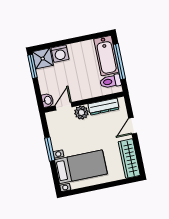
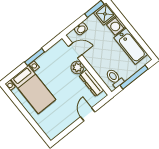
bathtub: (106, 56) -> (131, 46), moved, turned -90
washbasin: (48, 100) -> (81, 29), moved
door: (133, 126) -> (88, 114), hinge flipped
wardrobe: (129, 158) -> (60, 125), removed

